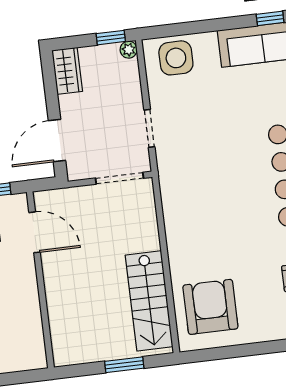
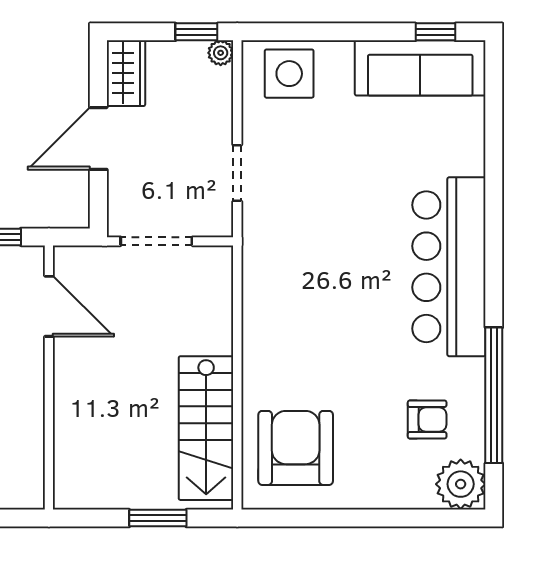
door: (57, 141) -> (98, 138), moved
doorway: (120, 178) -> (156, 241), moved

